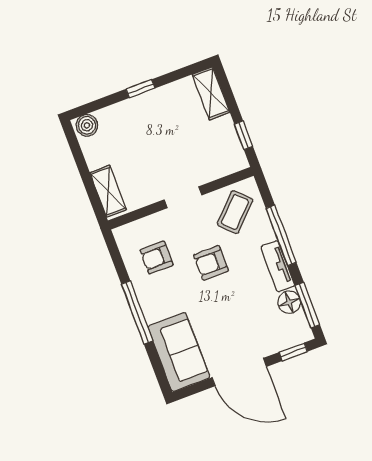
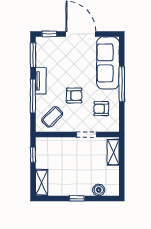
boiler: (87, 125) -> (99, 190), moved
doorway: (183, 197) -> (86, 134), moved
armchair: (157, 258) -> (101, 109), turned 180
floor lamp: (289, 302) -> (42, 60), removed
sofa: (179, 352) -> (108, 63), width x1.36

